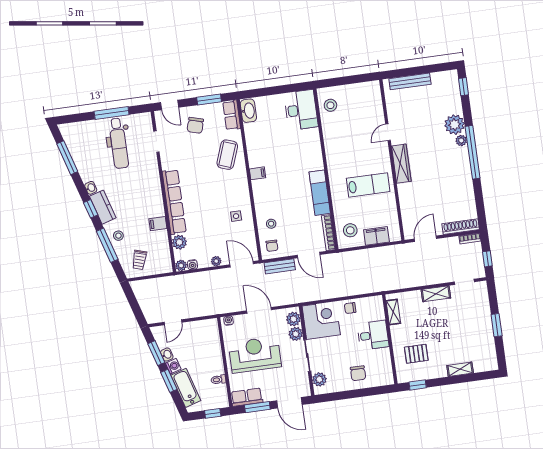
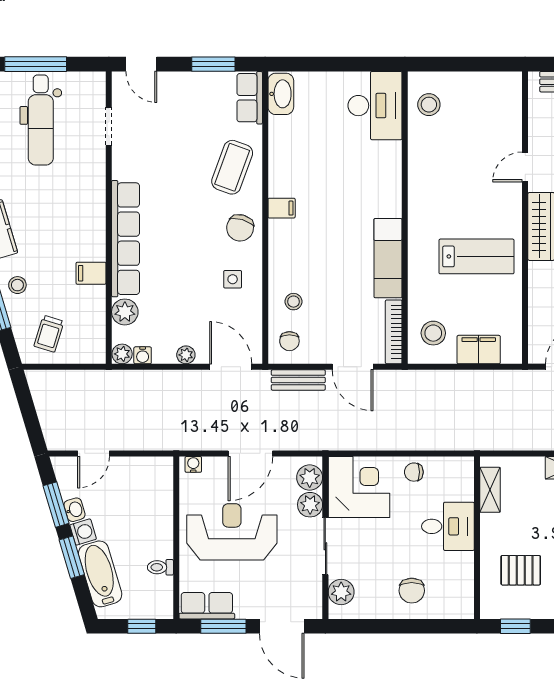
chair: (195, 125) -> (240, 228), moved
door: (259, 310) -> (250, 453), swing flipped

